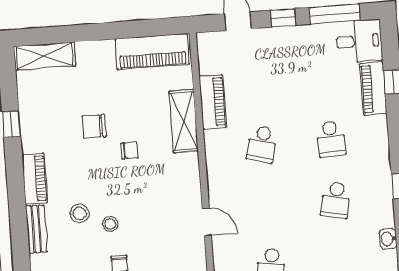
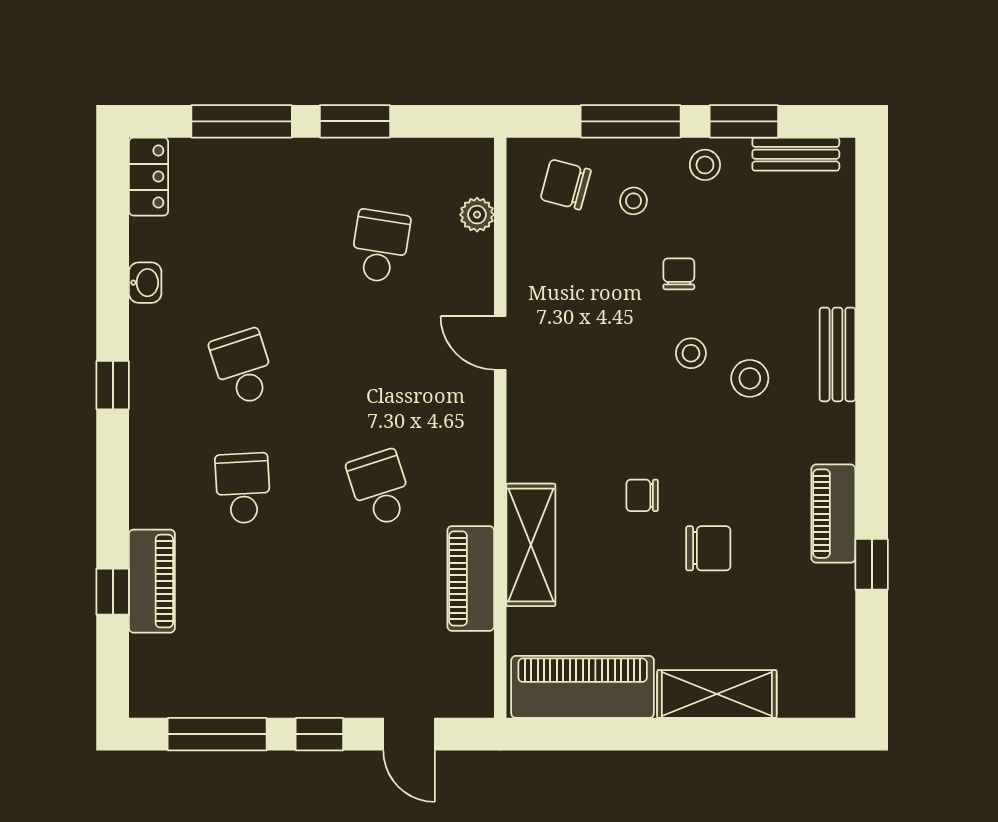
desk: (359, 41) -> (173, 677), removed
shelving: (45, 56) -> (717, 694), moved
school desk: (262, 144) -> (380, 488), turned -33
piano: (35, 179) -> (833, 514), moved
school desk: (336, 200) -> (243, 367), turned -30

